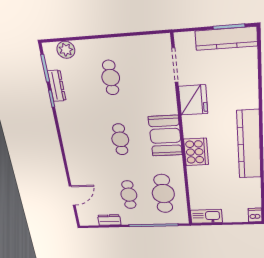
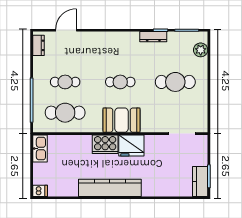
kitchen counter: (226, 38) -> (200, 181), width x0.67
cafe table: (111, 78) -> (175, 82), width x1.37, depth x1.35
dresser: (57, 86) -> (153, 37), moved
fridge: (193, 100) -> (131, 146), moved
door: (72, 196) -> (66, 30), swing flipped
dresser: (109, 220) -> (39, 45), moved

